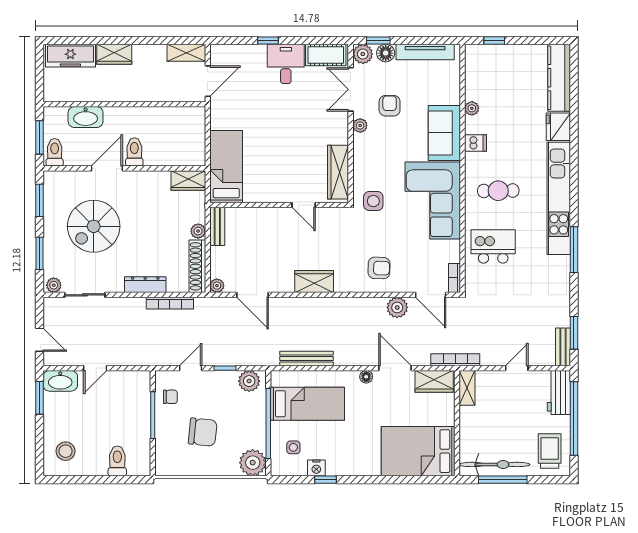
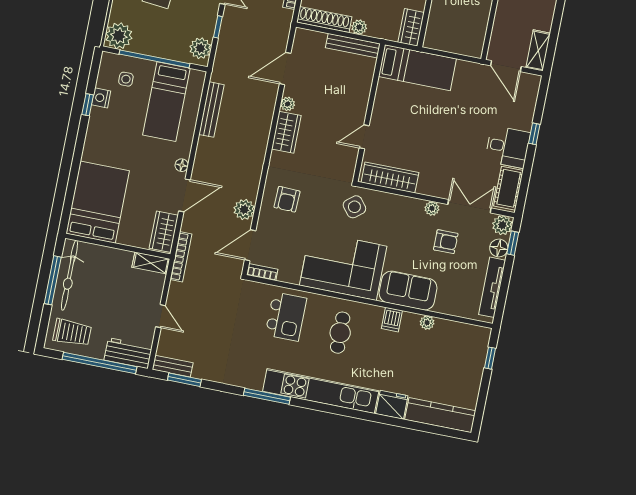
side table: (373, 201) -> (354, 207), turned -38
bench: (217, 226) -> (353, 46), width x1.36
plant: (217, 286) -> (288, 104), moved

